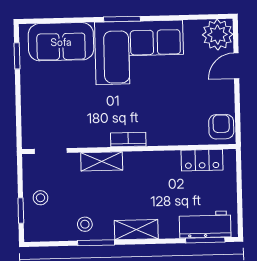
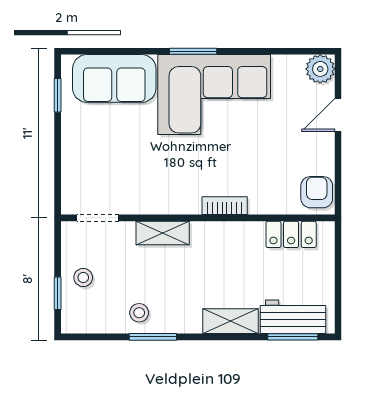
plant: (218, 35) -> (320, 69), width x0.73, depth x0.73
bookcase: (128, 139) -> (225, 206), moved
shelving: (136, 230) -> (230, 321), moved

